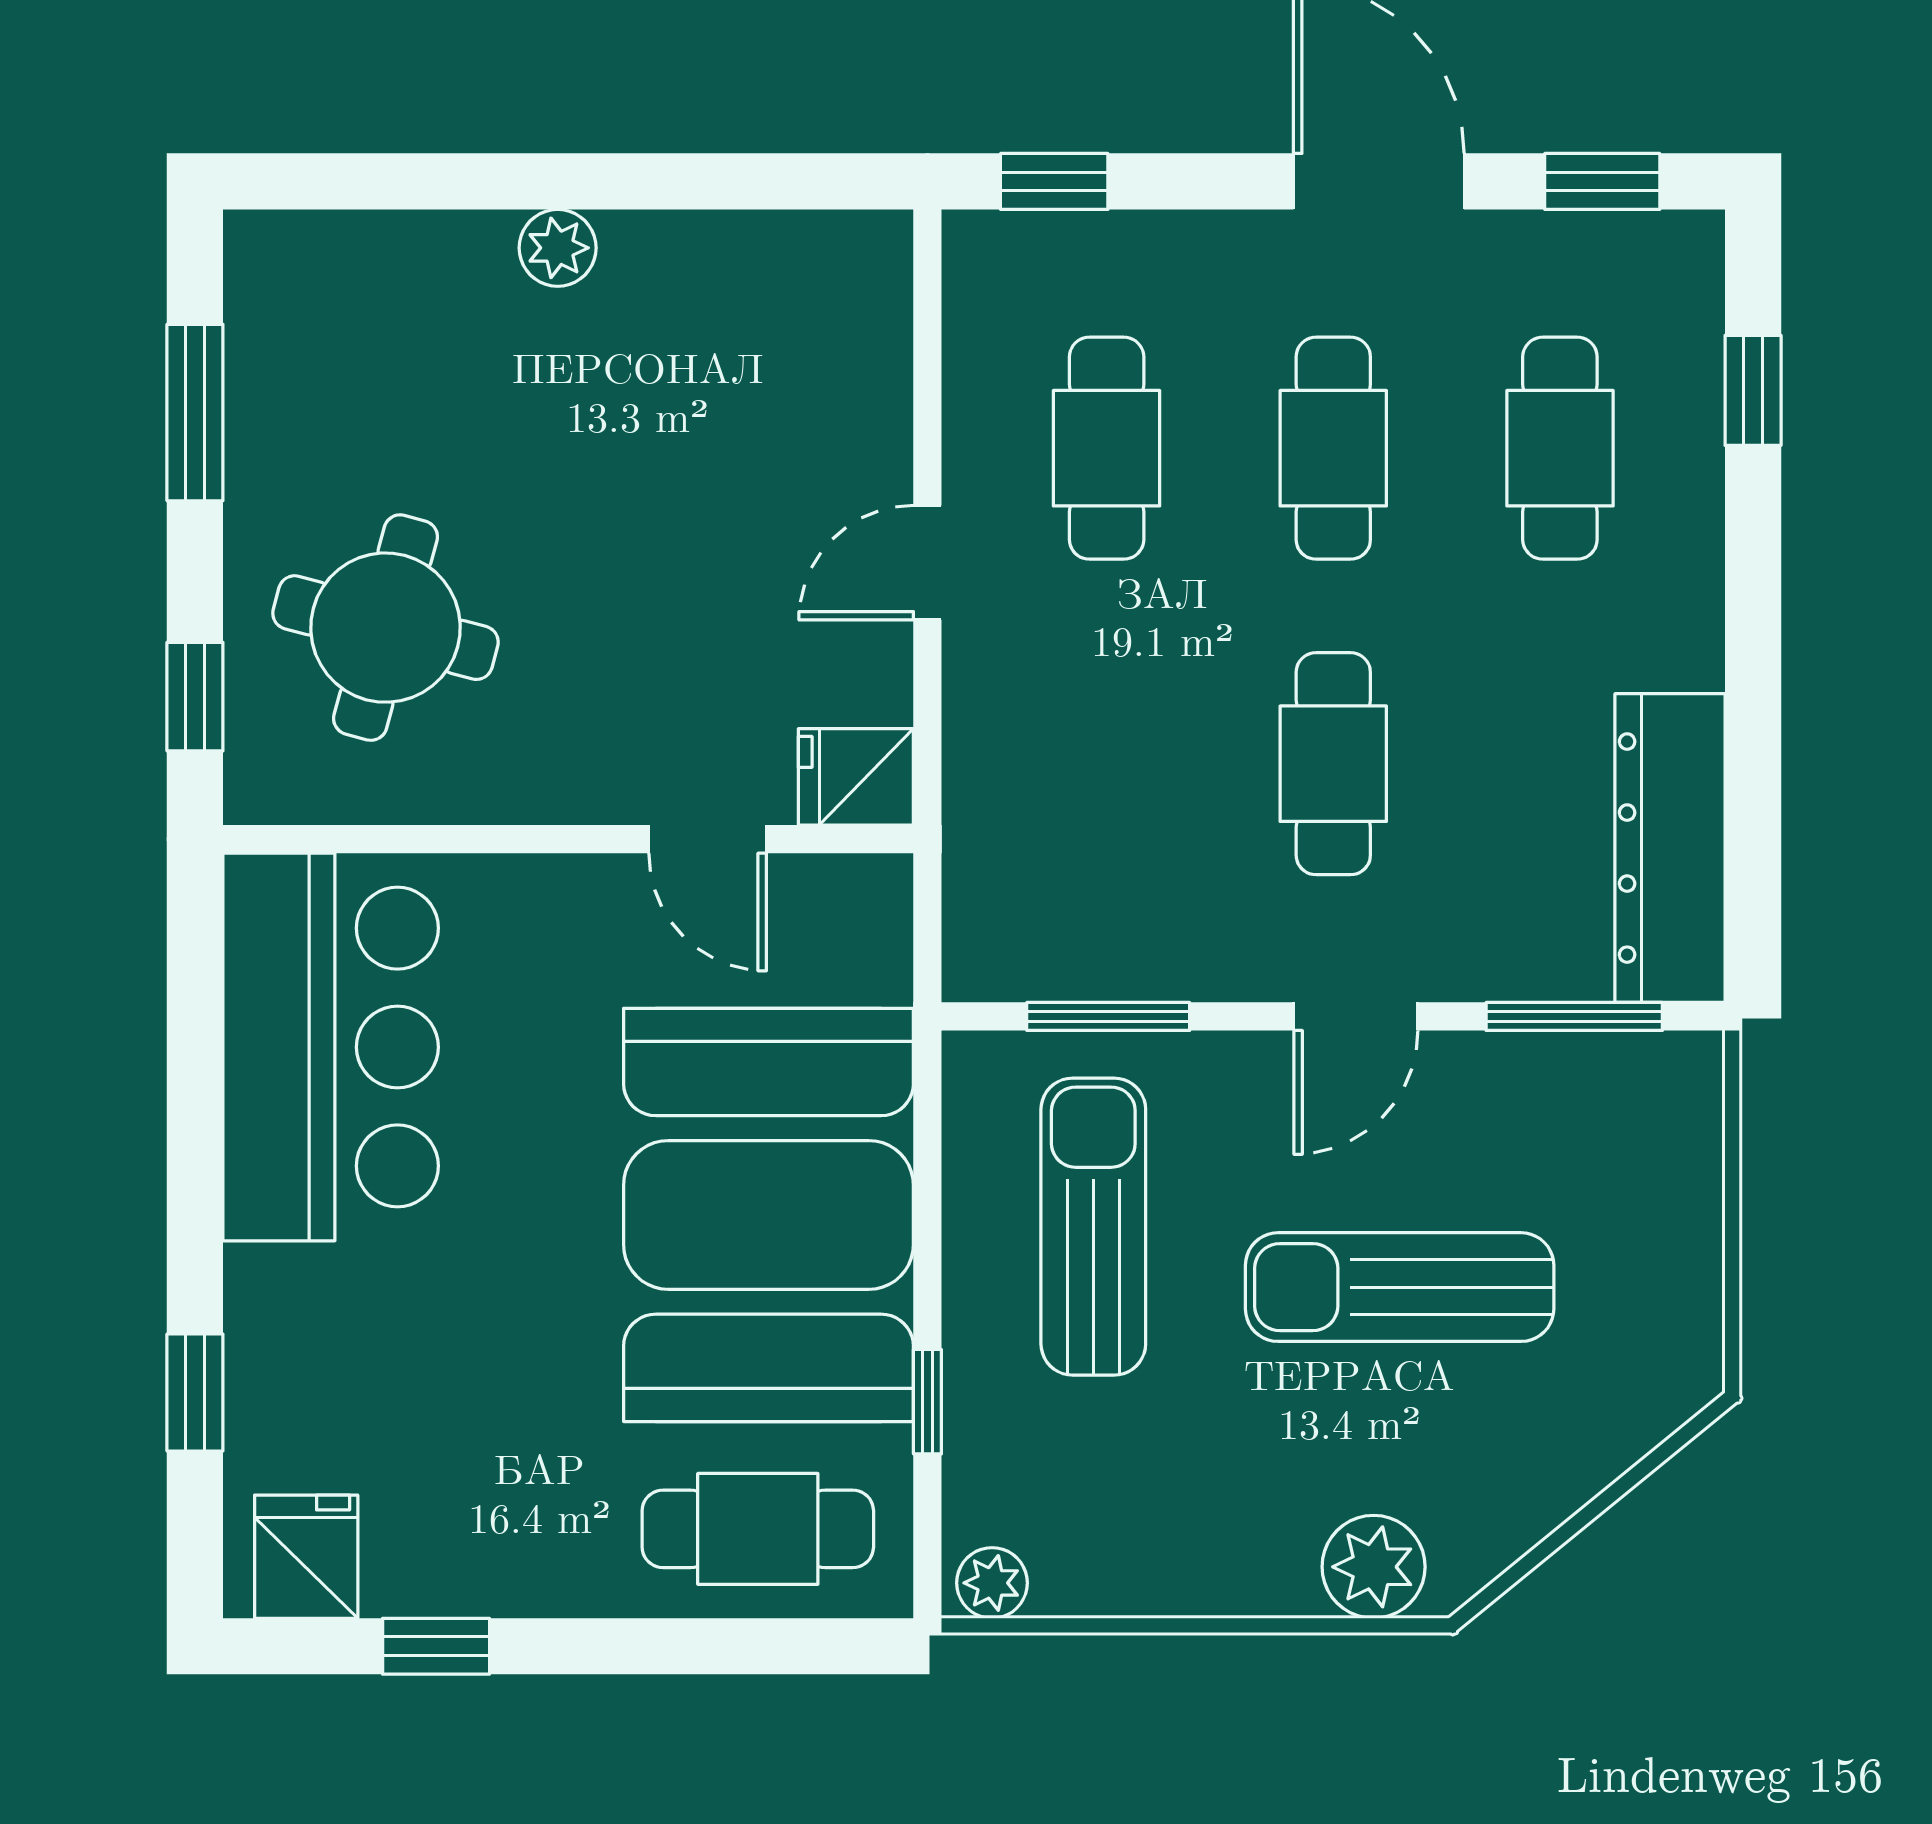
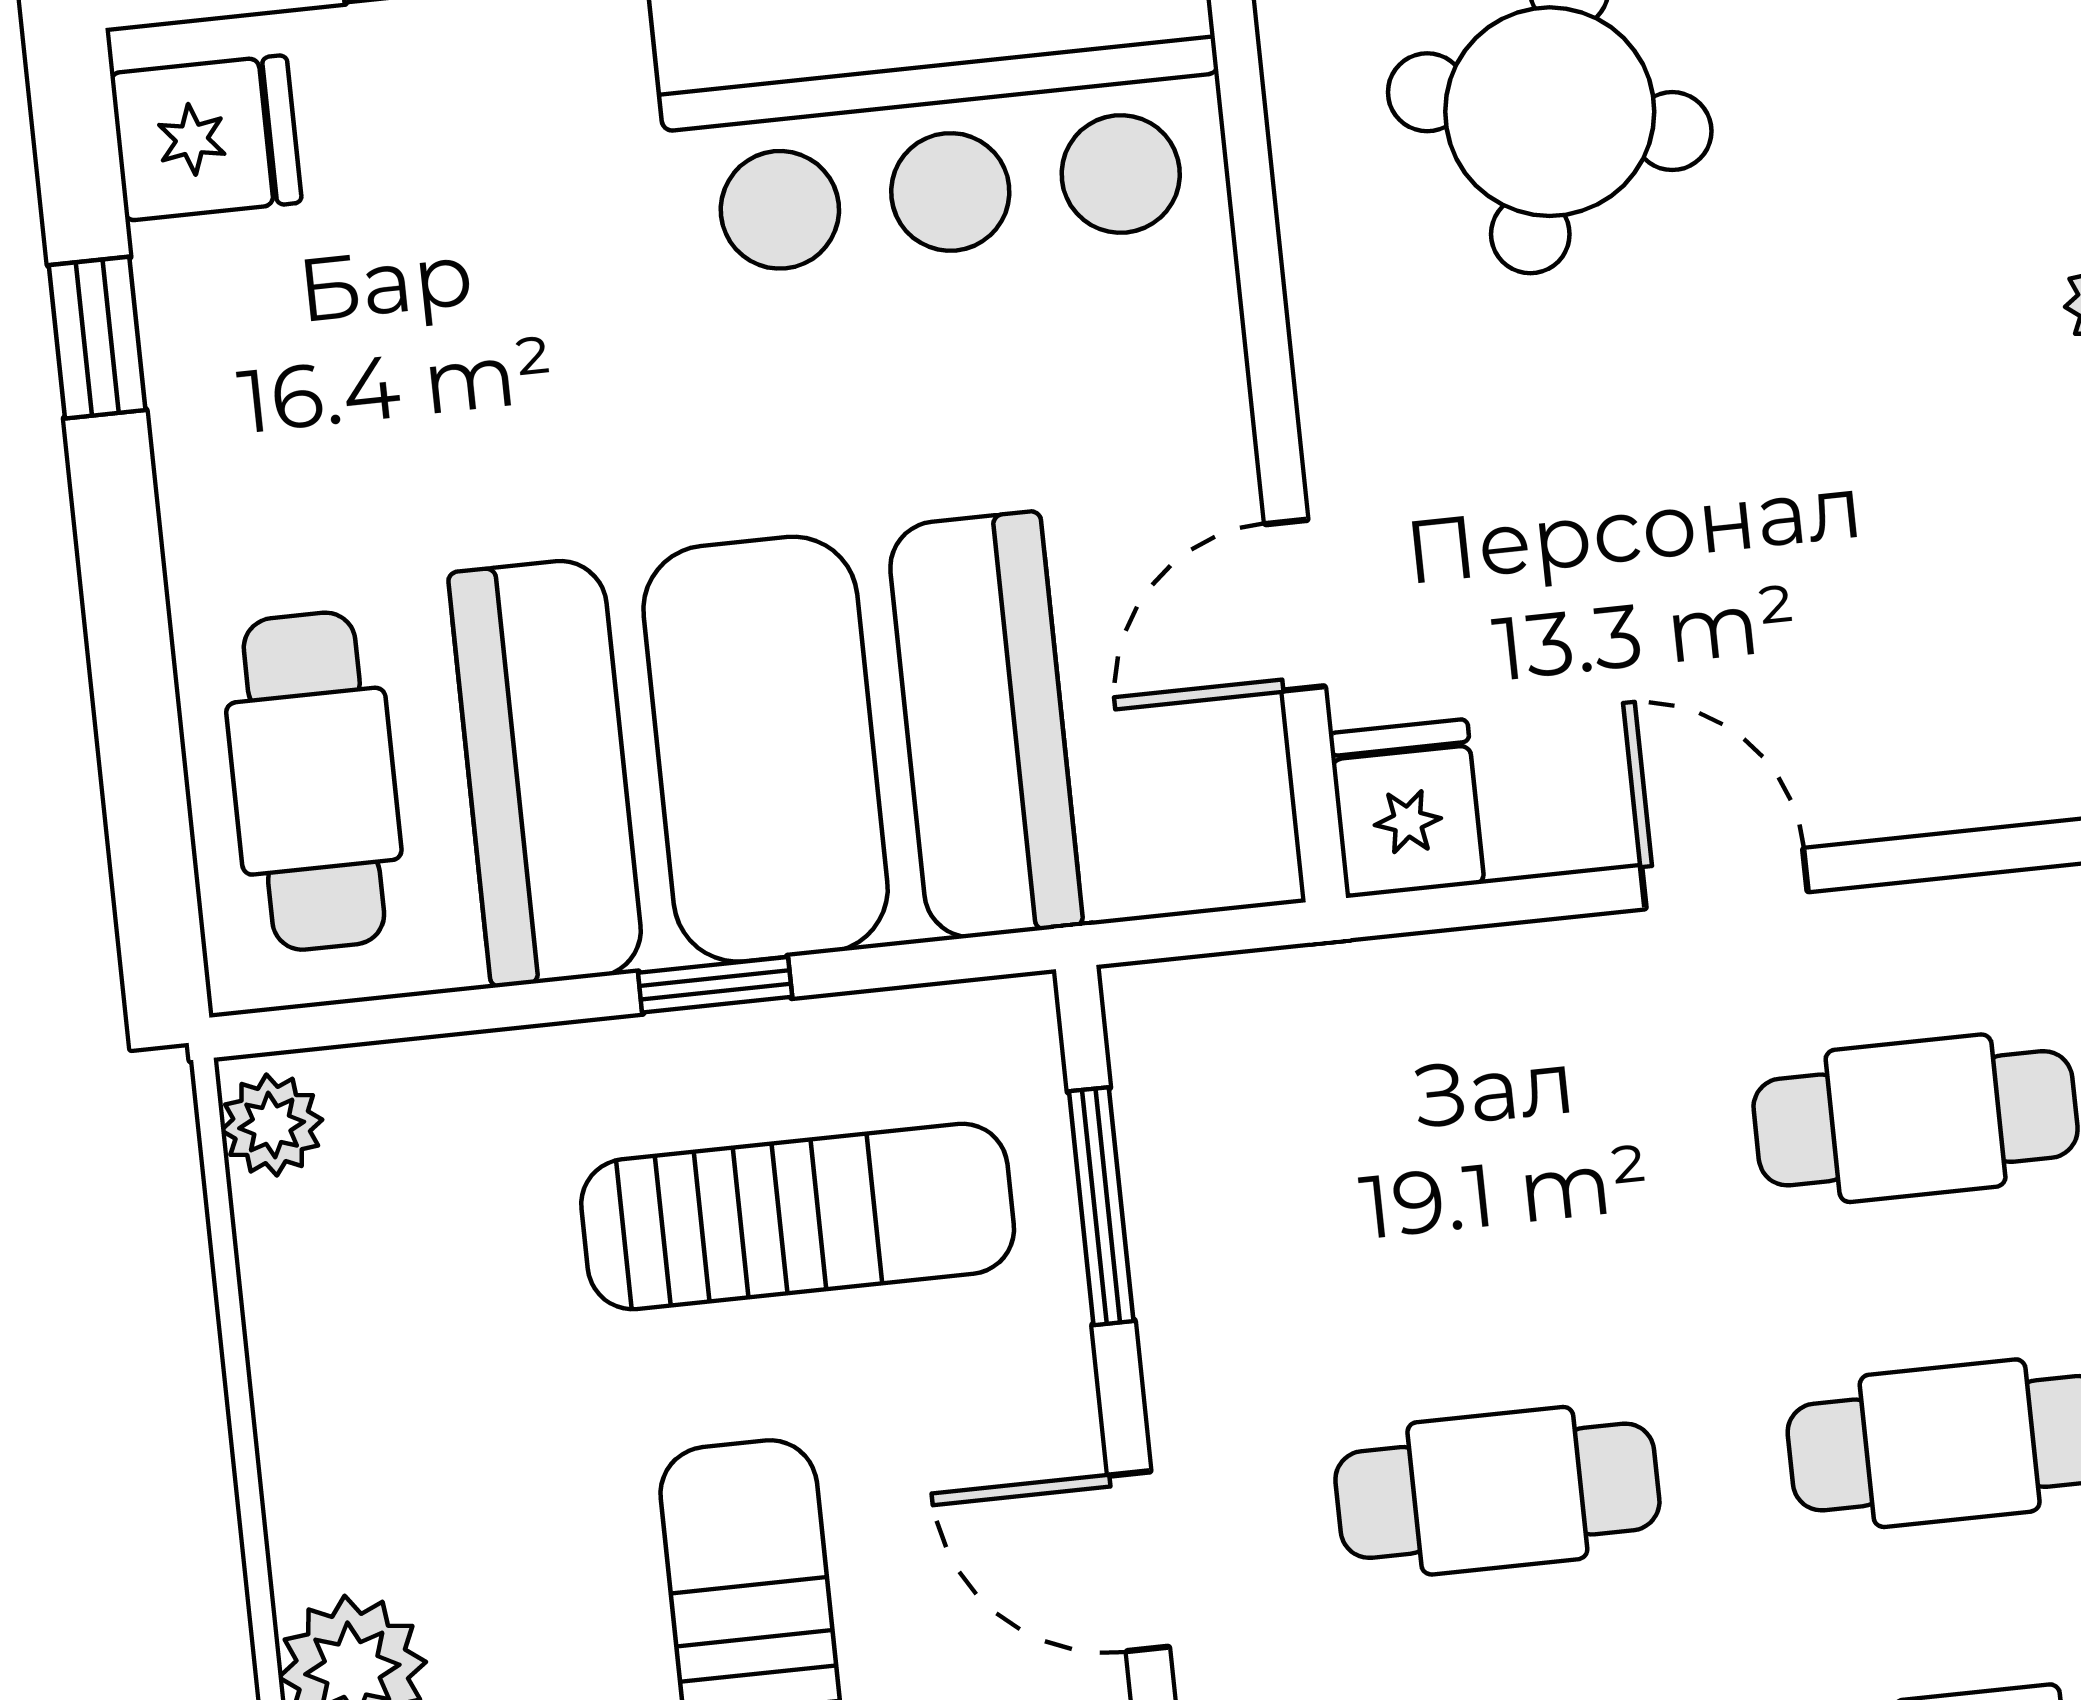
window: (927, 1402) -> (715, 985), moved

